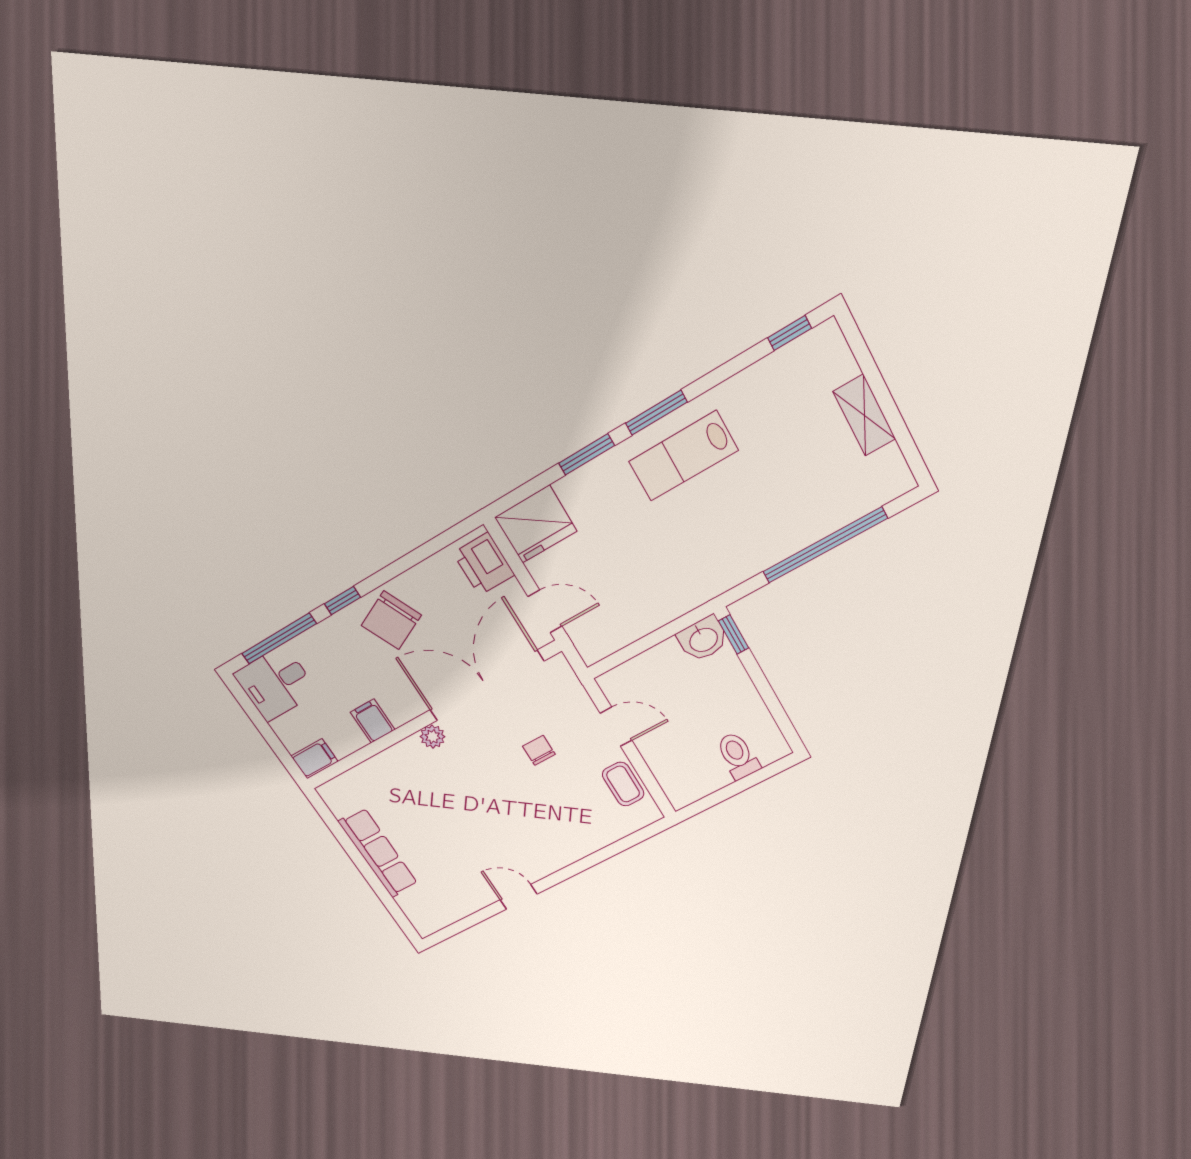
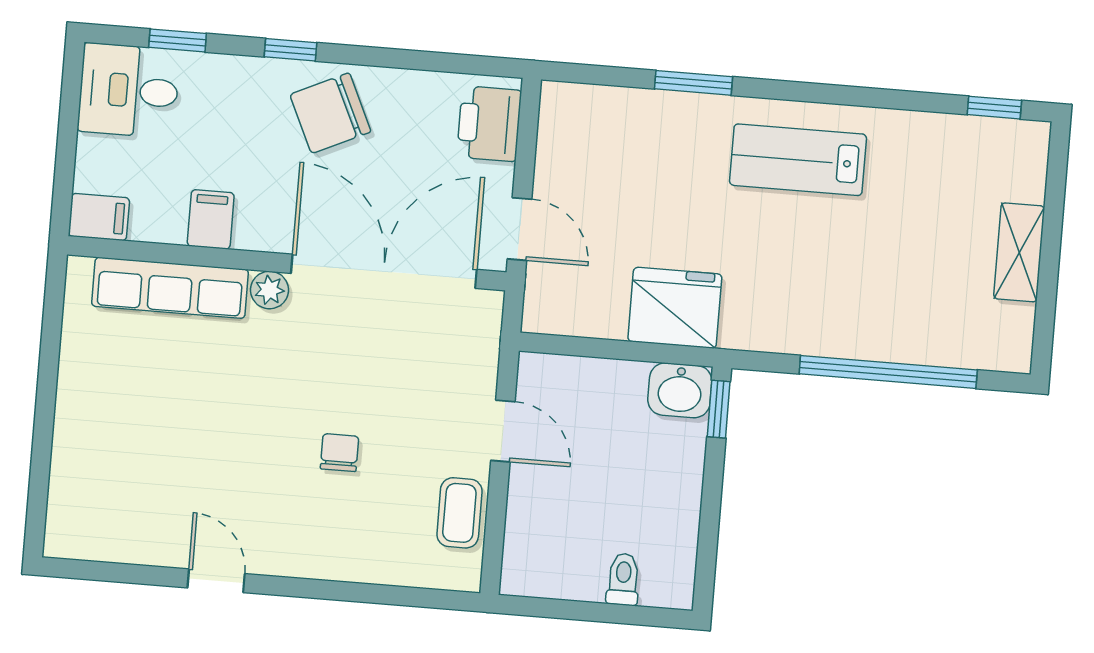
window: (656, 413) -> (800, 92), removed
fridge: (536, 524) -> (675, 308), moved, turned 180
window: (279, 639) -> (178, 40), width x0.46
chair: (539, 750) -> (340, 453), moved
toilet: (738, 756) -> (623, 579), width x0.73, depth x0.72
row of seats: (378, 853) -> (170, 288), moved, turned 90

